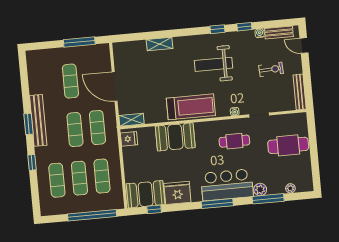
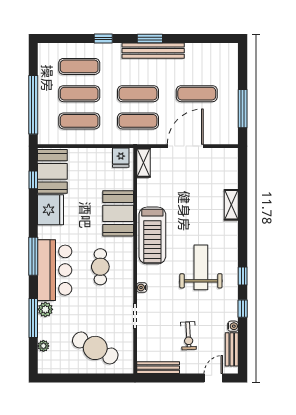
cafe table: (234, 141) -> (100, 267), moved
cafe table: (288, 145) -> (95, 348), turned -62

